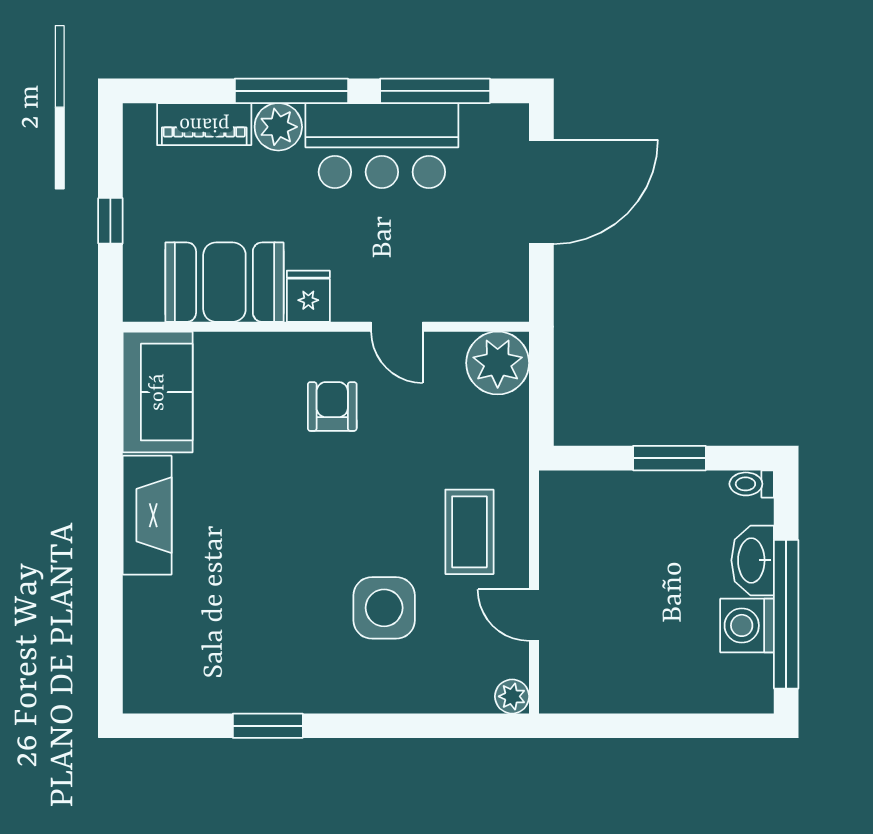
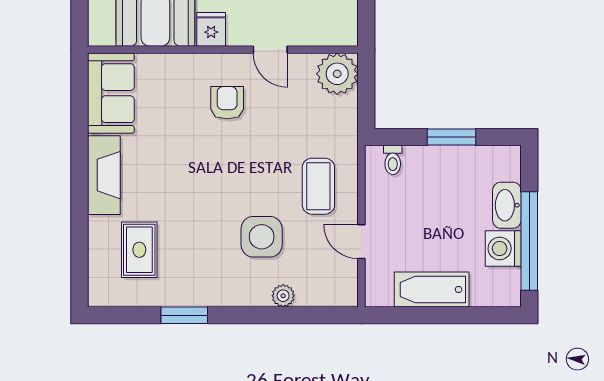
toilet: (752, 484) -> (393, 160), moved, turned -90
rug: (200, 627) -> (139, 250), added
bathtub: (640, 687) -> (432, 289), added
plant: (512, 696) -> (283, 296), moved

